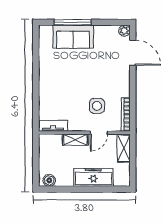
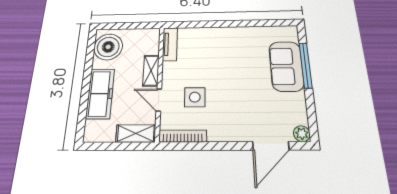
boiler: (49, 180) -> (108, 47), width x1.86, depth x1.86

